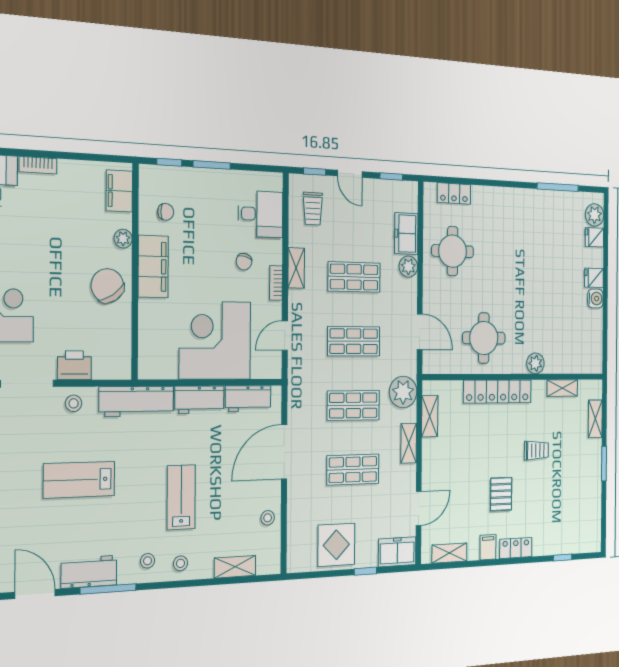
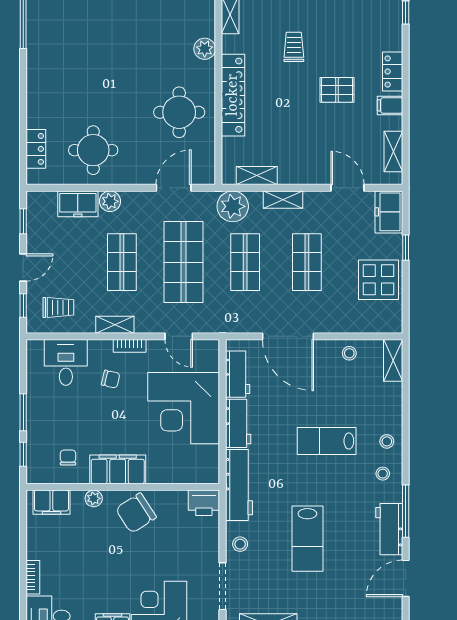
shop shelf: (354, 341) -> (183, 262), width x1.43, depth x1.36
printer: (74, 365) -> (204, 503), moved, turned -90
shelving: (235, 567) -> (393, 360), moved

